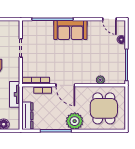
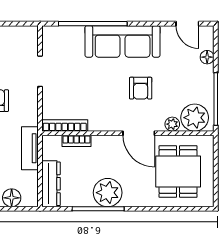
sofa: (70, 30) -> (123, 41), width x1.36
armchair: (81, 58) -> (141, 88), added
plant: (114, 76) -> (195, 118), added
door: (65, 85) -> (139, 133), moved
plant: (75, 121) -> (108, 193), moved

